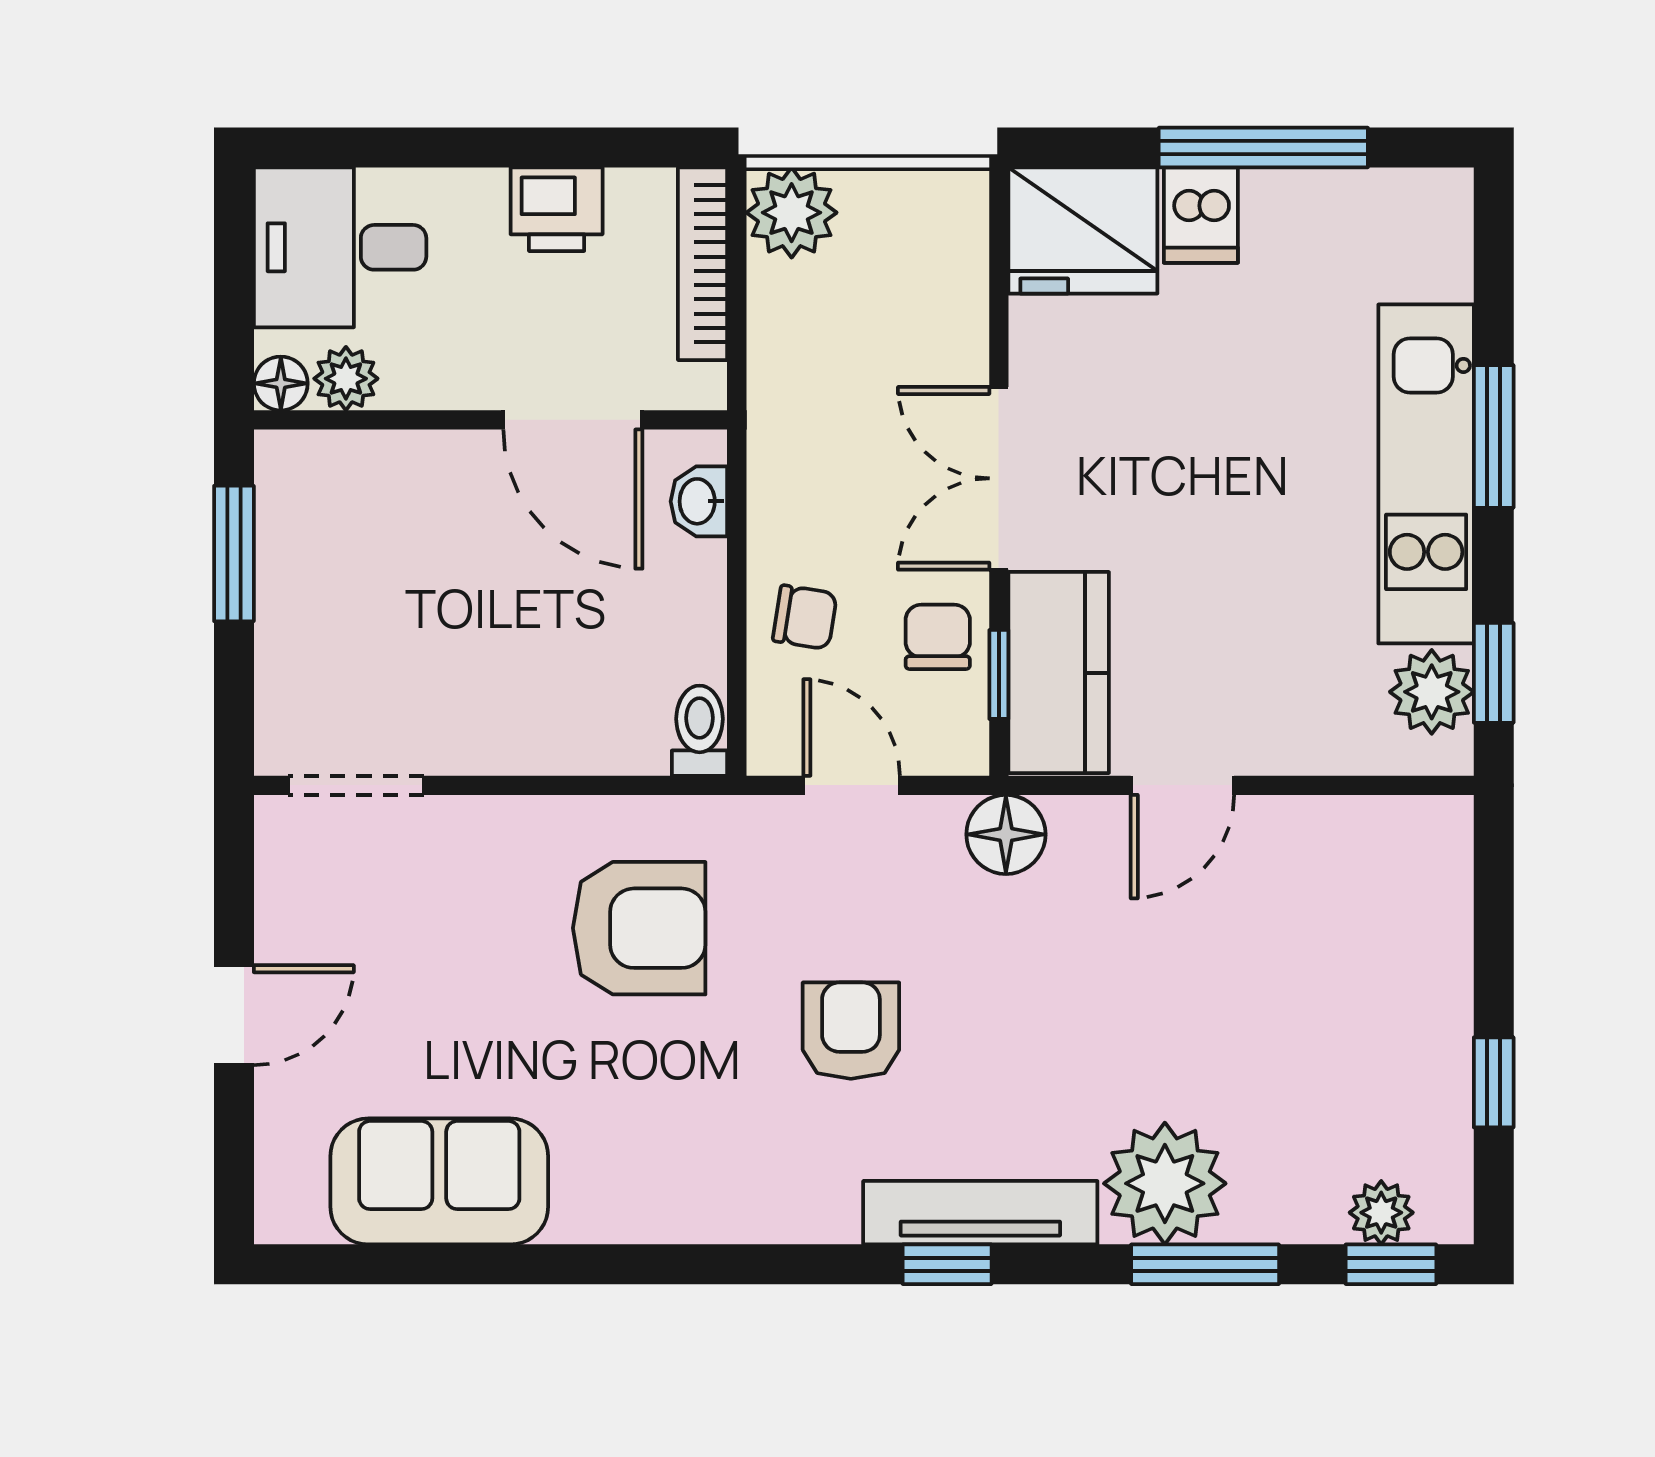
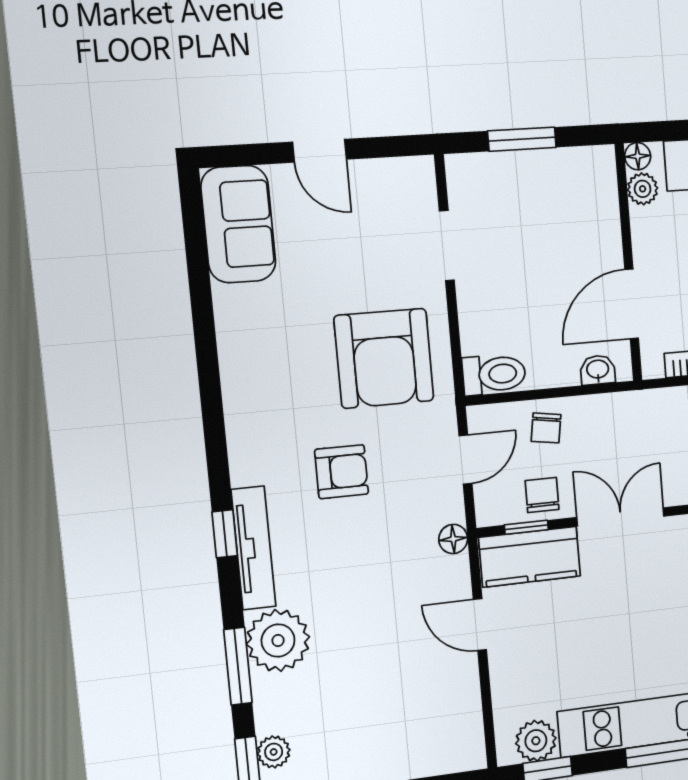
window: (234, 553) -> (522, 139), moved
chair: (938, 637) -> (542, 495), turned -90
toilet: (700, 731) -> (494, 374), width x1.37, depth x1.39
doorway: (356, 785) -> (447, 246), moved
floor lamp: (1006, 834) -> (453, 539), width x0.73, depth x0.73
armchair: (639, 928) -> (384, 358), width x1.36, depth x1.36
sofa: (439, 1181) -> (238, 224), moved

